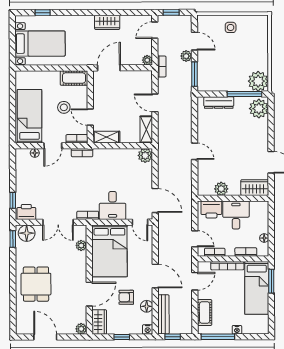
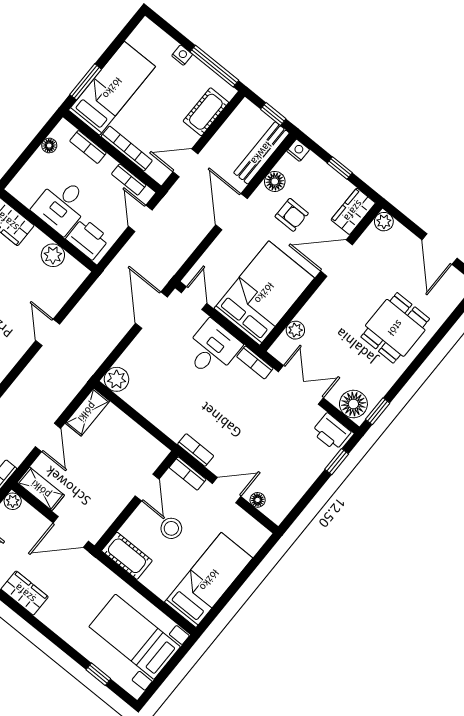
bed: (29, 116) -> (209, 580), moved, turned 180
shelving: (106, 137) -> (41, 489), moved

